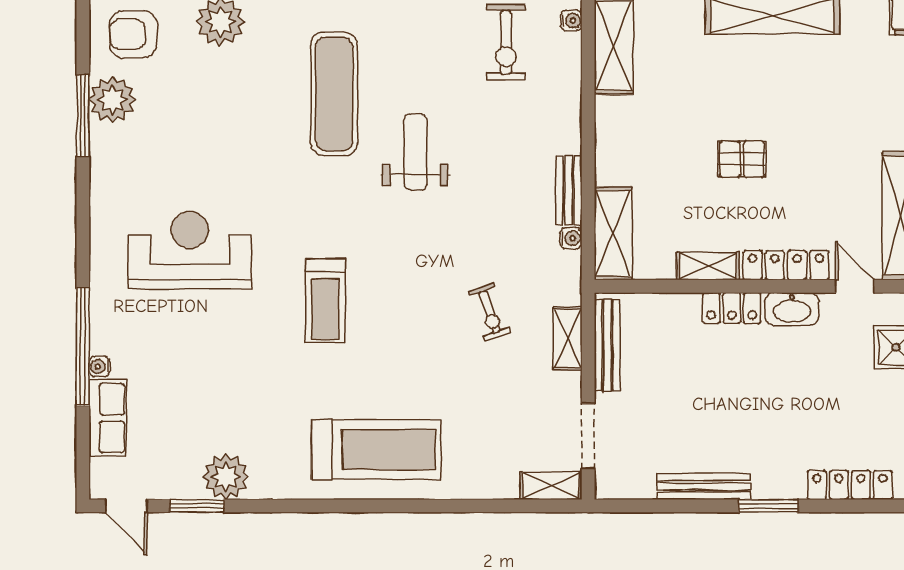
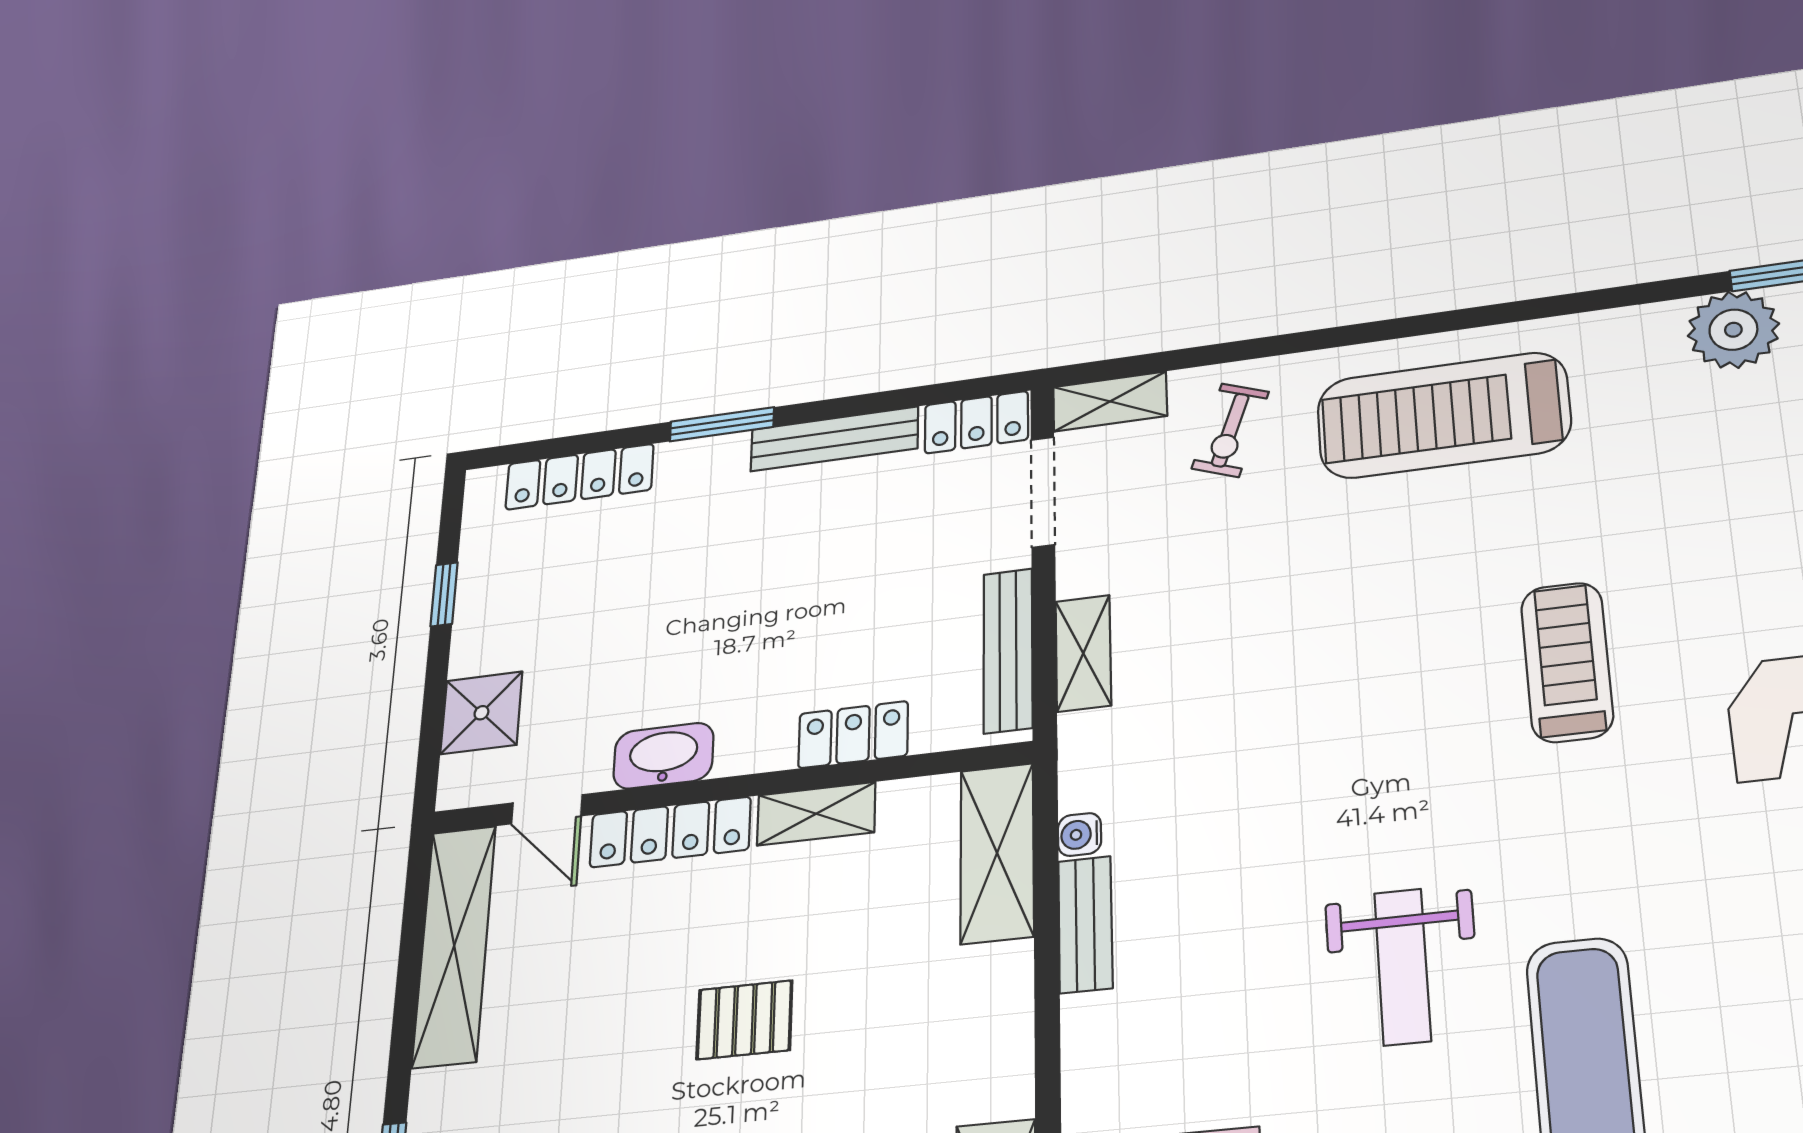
locker: (732, 308) -> (853, 735), moved
exercise bike: (489, 312) -> (1230, 430), moved, turned -141
locker: (624, 484) -> (976, 422), added

